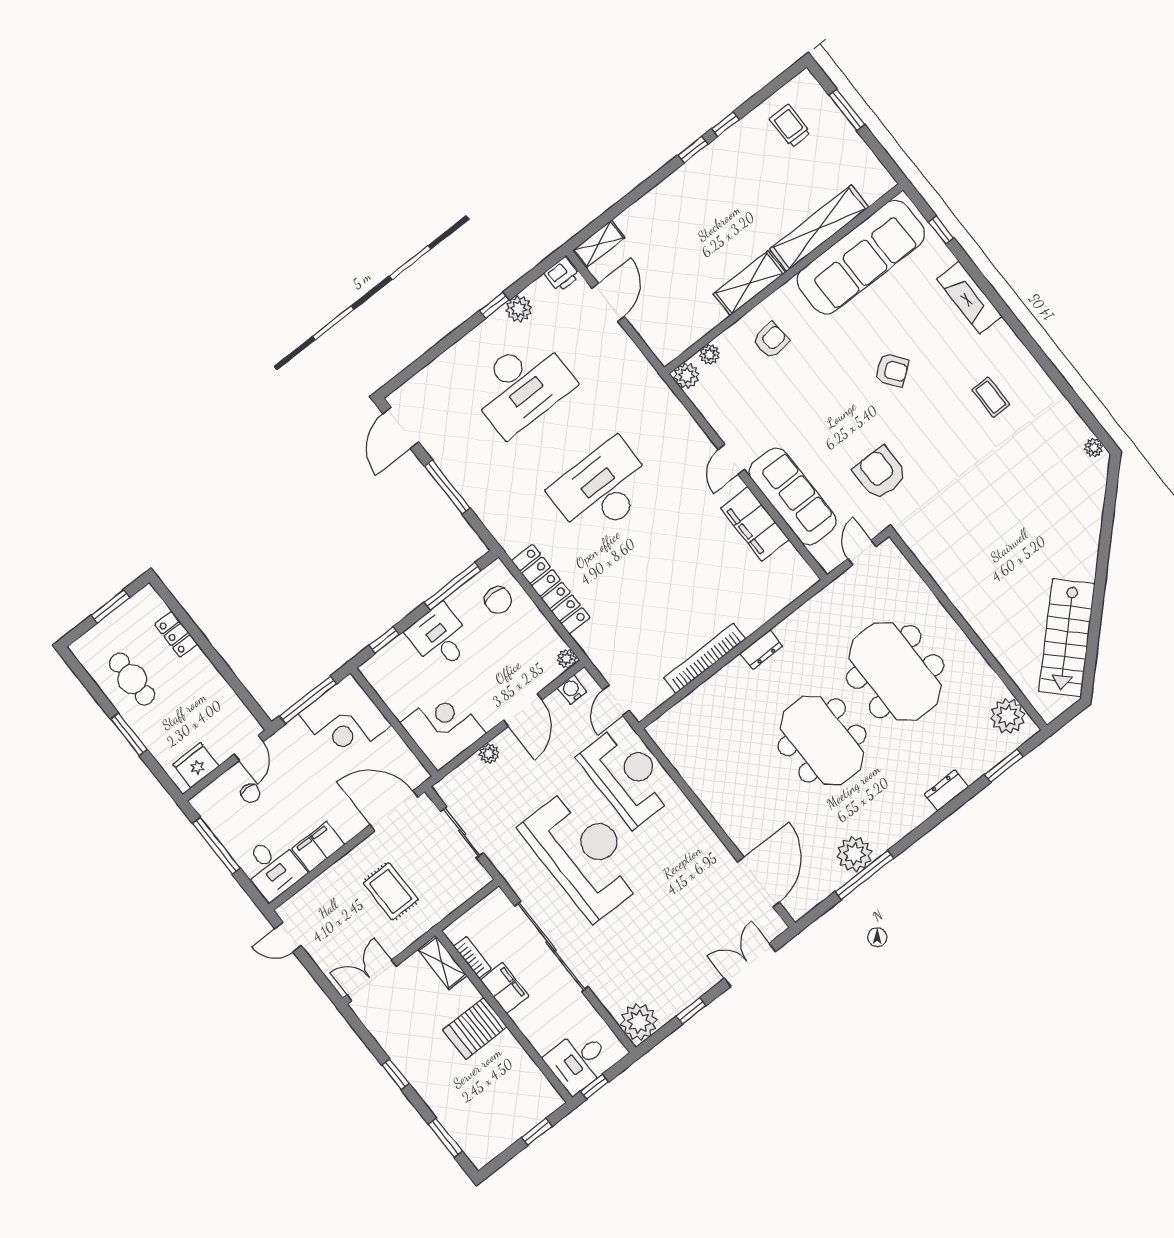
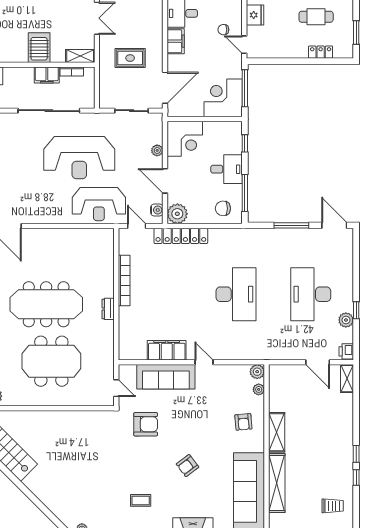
locker: (551, 589) -> (181, 236), moved
plant: (567, 659) -> (177, 214), width x1.88, depth x1.88
meeting table: (822, 740) -> (46, 304), width x1.36

